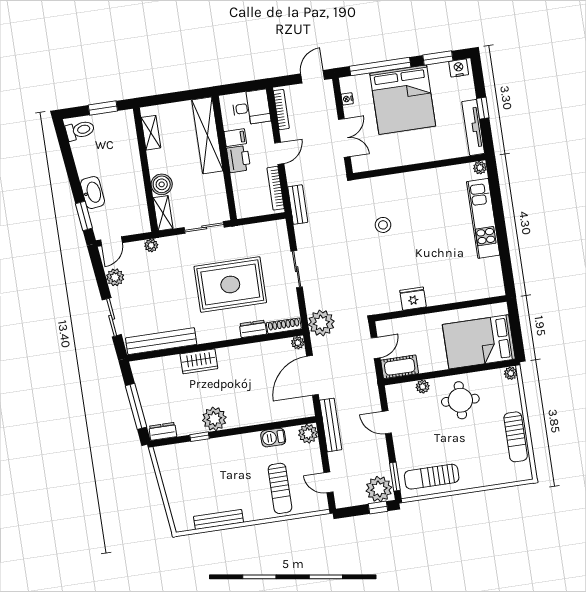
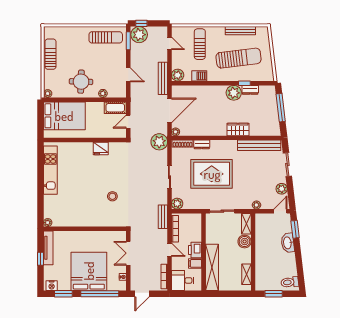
door: (279, 153) -> (169, 250), swing flipped
kitchen unit: (483, 218) -> (50, 170), moved
plant: (278, 229) -> (177, 204), added
dresser: (163, 431) -> (250, 90), moved
sun lounger: (215, 475) -> (239, 58), added

